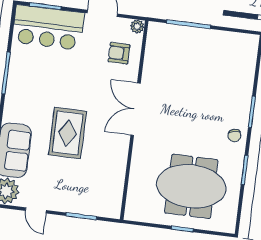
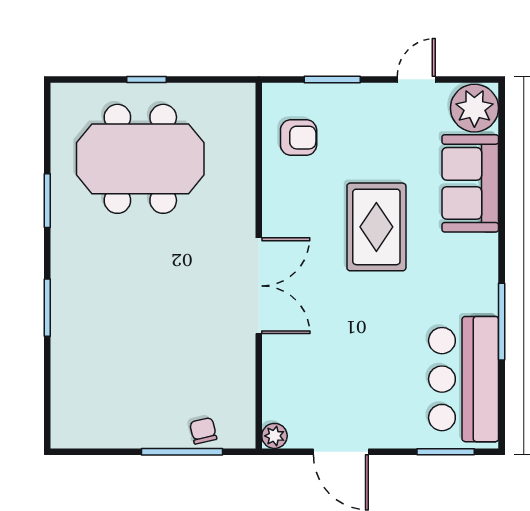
bar counter: (48, 28) -> (464, 379), moved, turned -90
armchair: (119, 53) -> (299, 138), moved
chair: (234, 135) -> (203, 431), moved
door: (36, 210) -> (416, 79), hinge flipped

